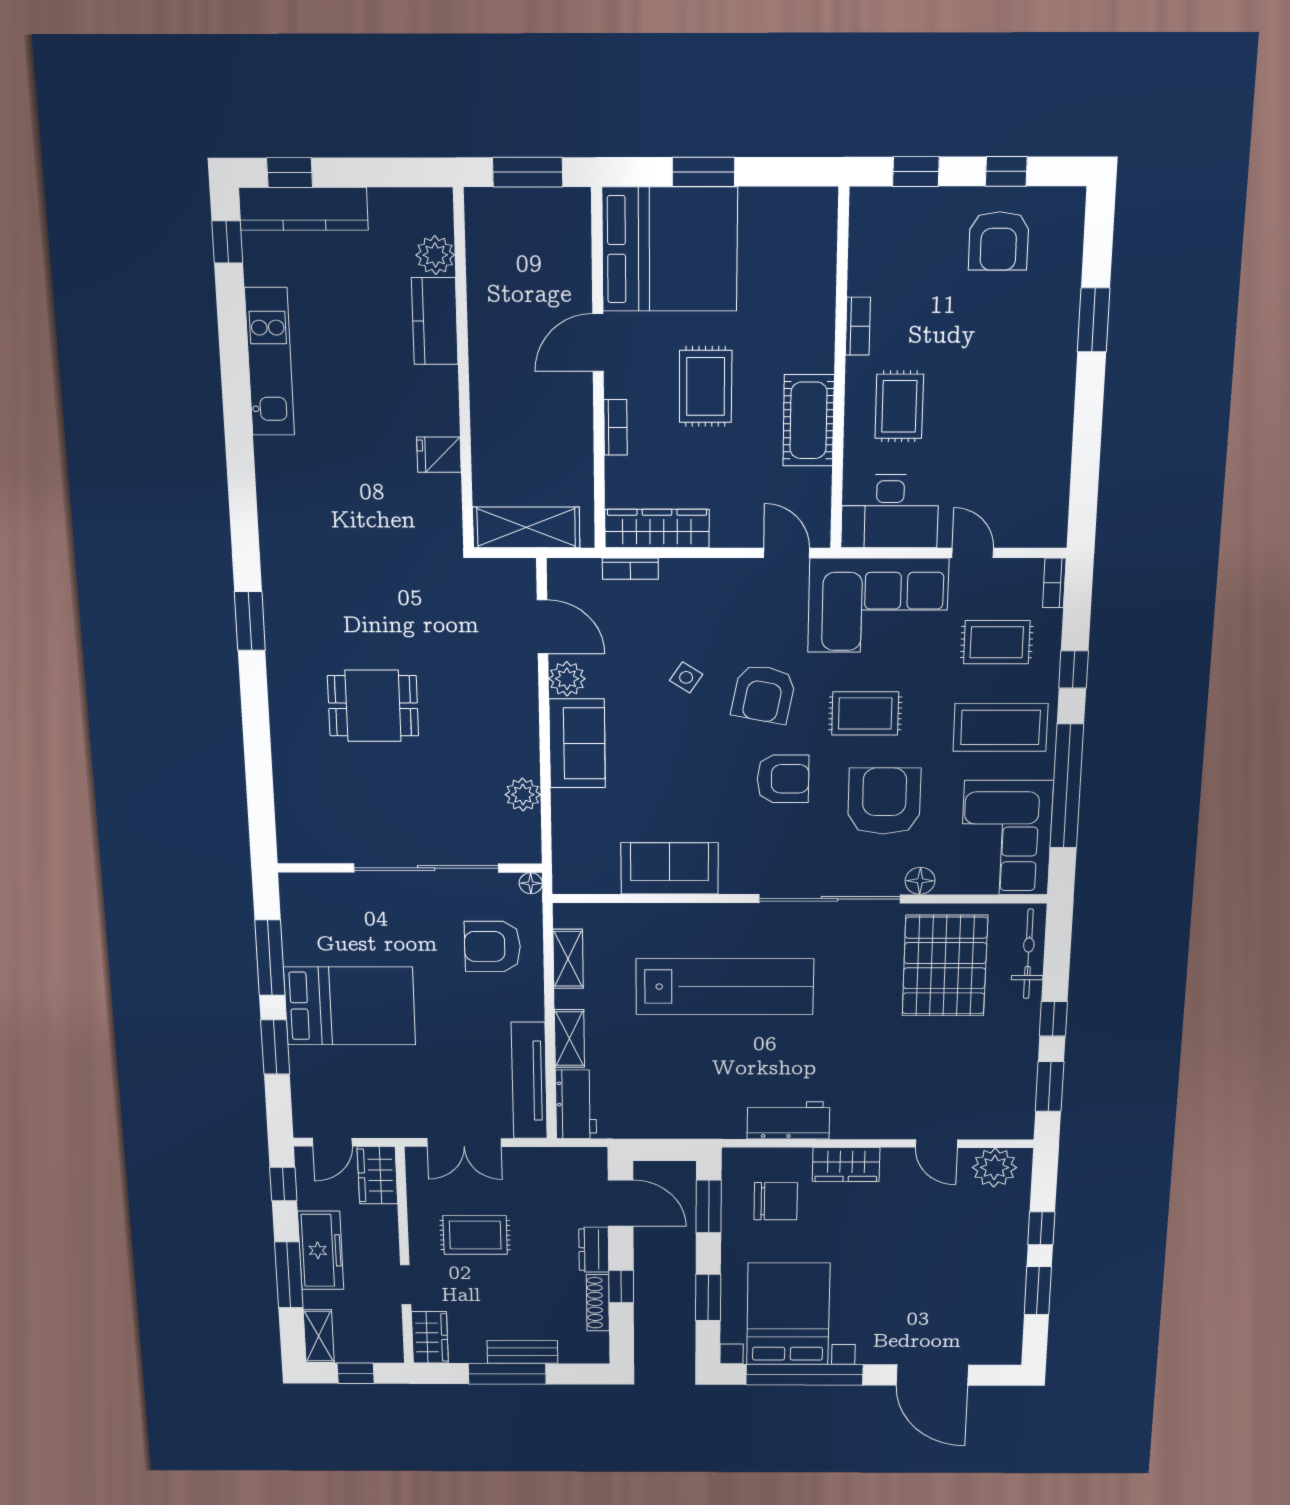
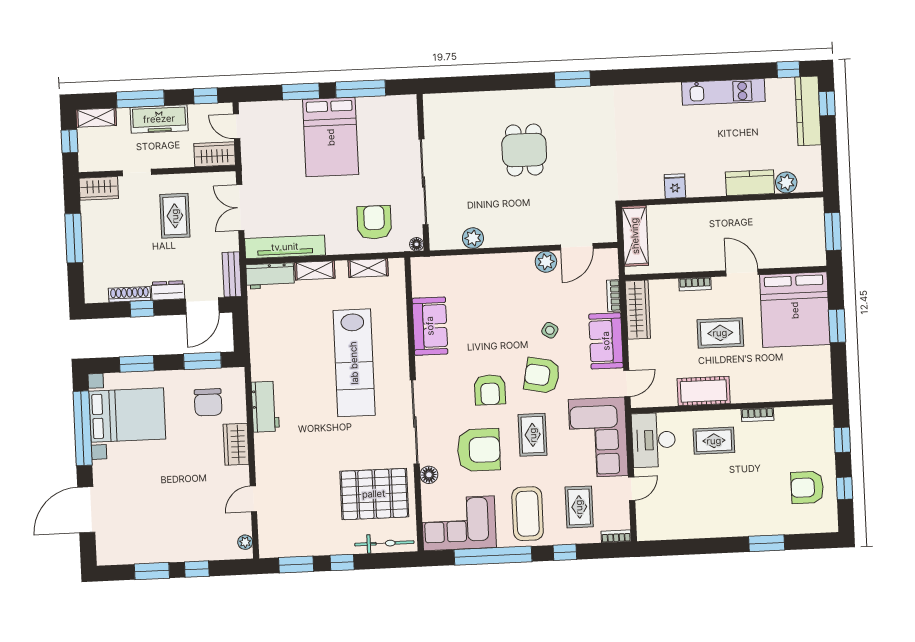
sofa: (577, 743) -> (606, 341), moved, turned 90
plant: (995, 1167) -> (245, 542), width x0.53, depth x0.53
bench: (522, 1352) -> (232, 274), moved

